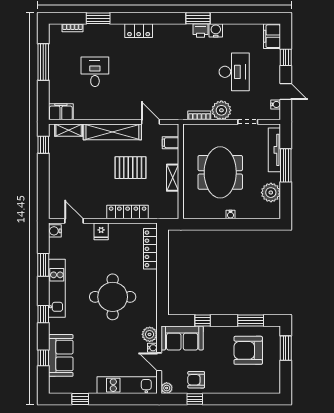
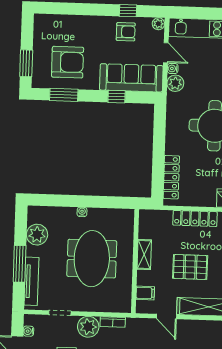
sofa: (182, 338) -> (131, 78), width x1.36

